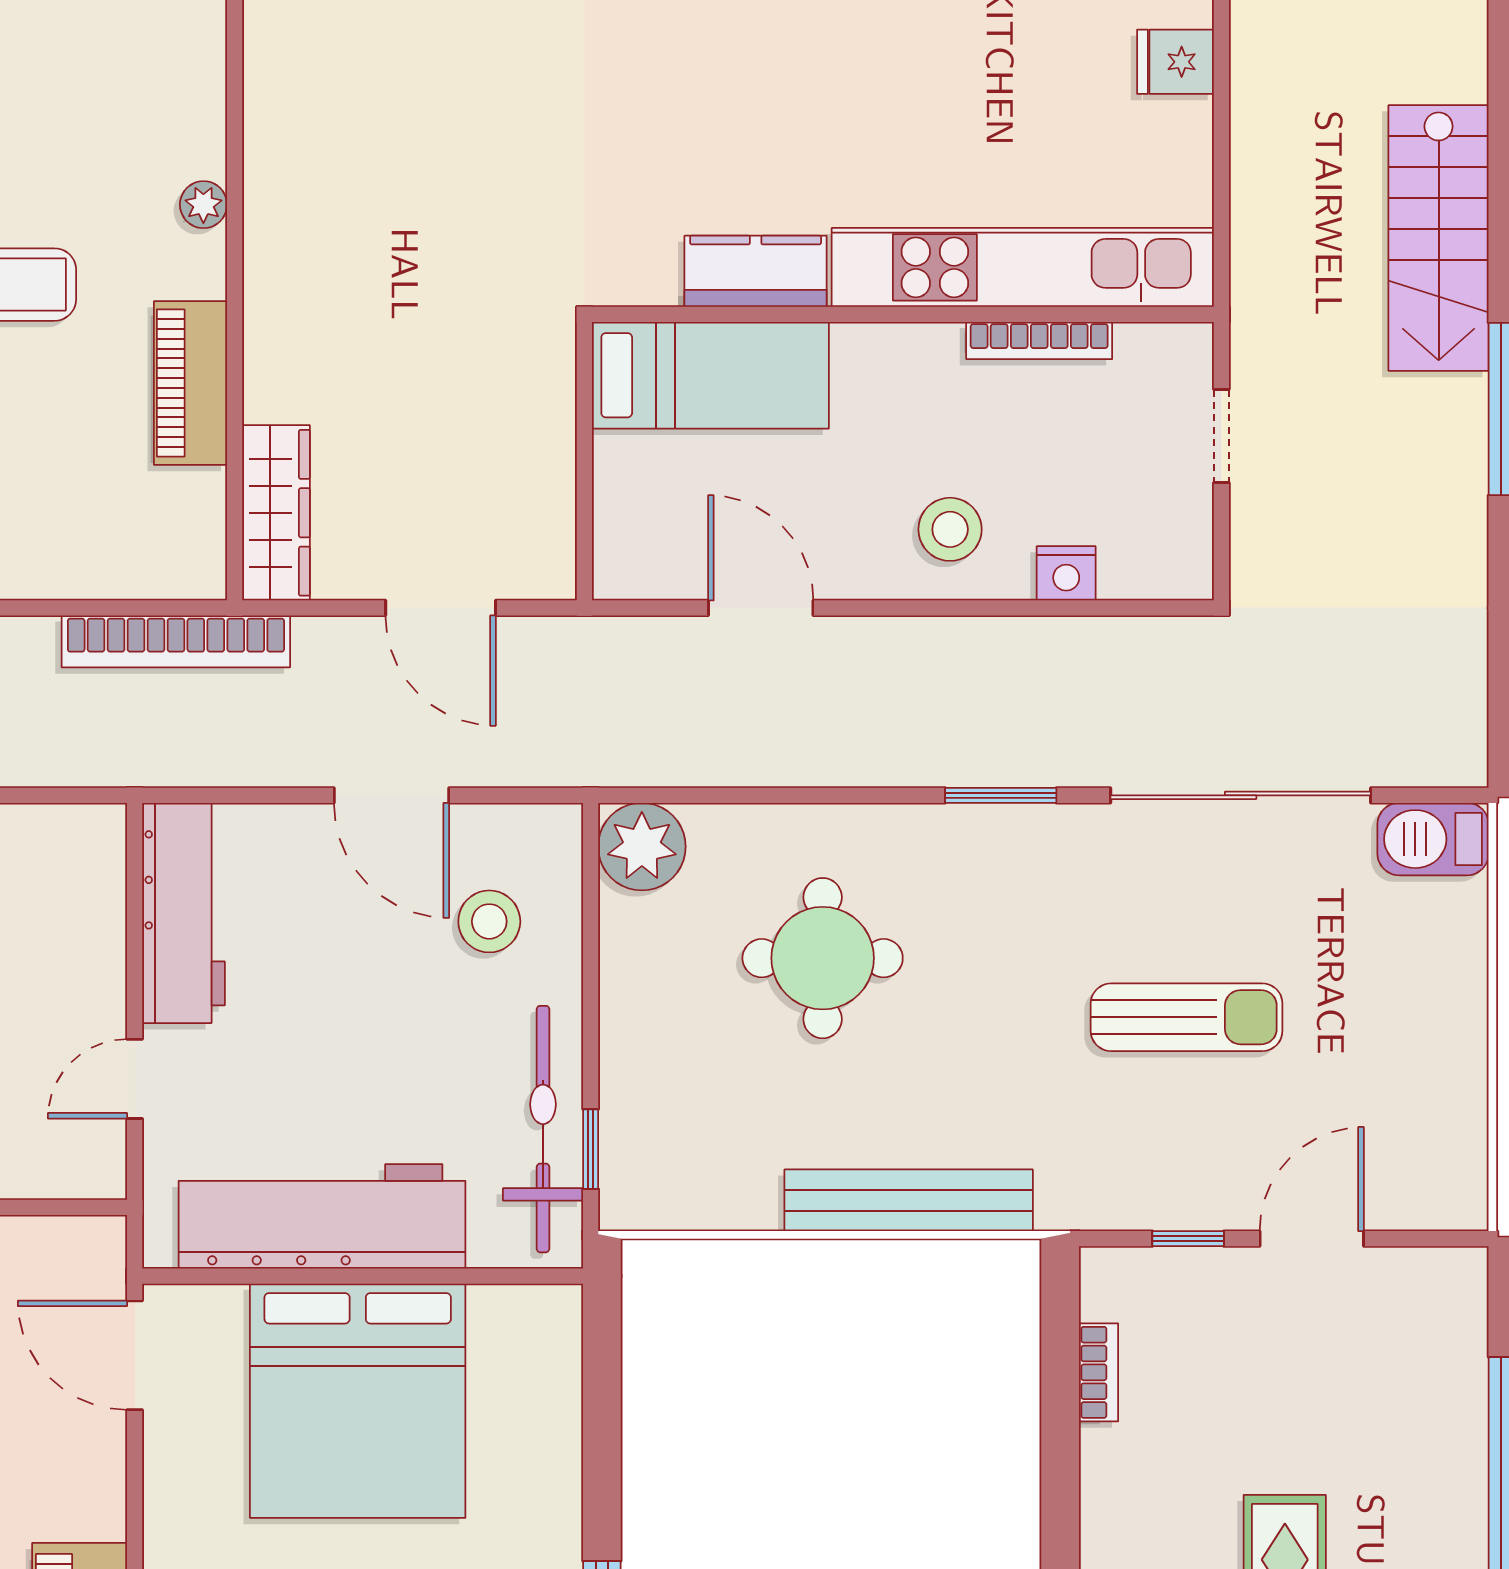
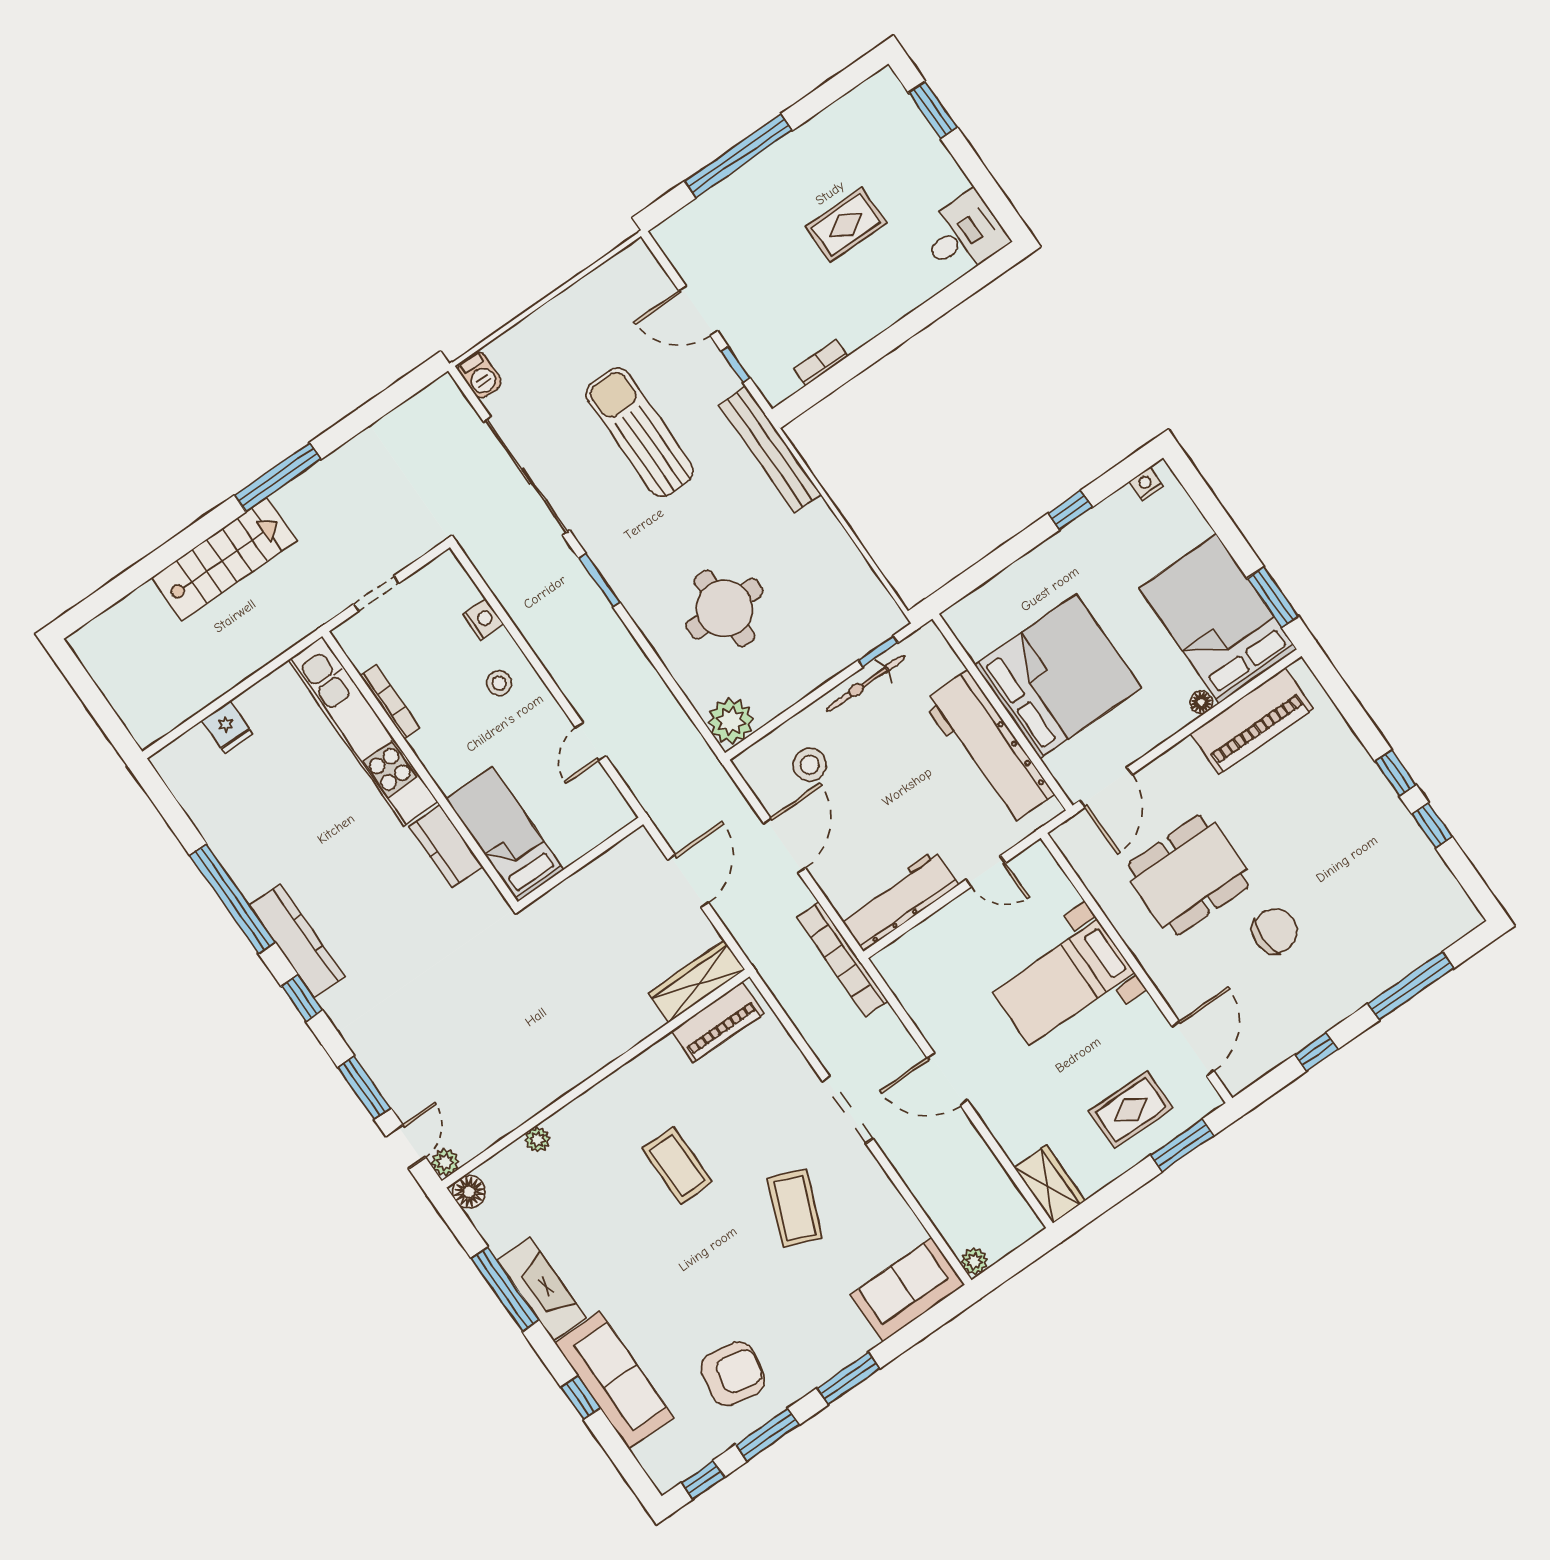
plant: (203, 205) -> (537, 1139), moved
piano: (190, 383) -> (717, 1022), moved
stool: (950, 529) -> (499, 683), width x0.73, depth x0.73
door: (761, 608) -> (591, 742), width x0.73
bookcase: (176, 641) -> (842, 959), moved, turned 180
barbecue: (1433, 839) -> (479, 375), width x0.73, depth x0.79
sun lounger: (1187, 1017) -> (640, 432), width x1.36, depth x1.34
bicycle: (543, 1129) -> (866, 683), width x0.73, depth x0.71
bench: (909, 1200) -> (770, 449), moved

